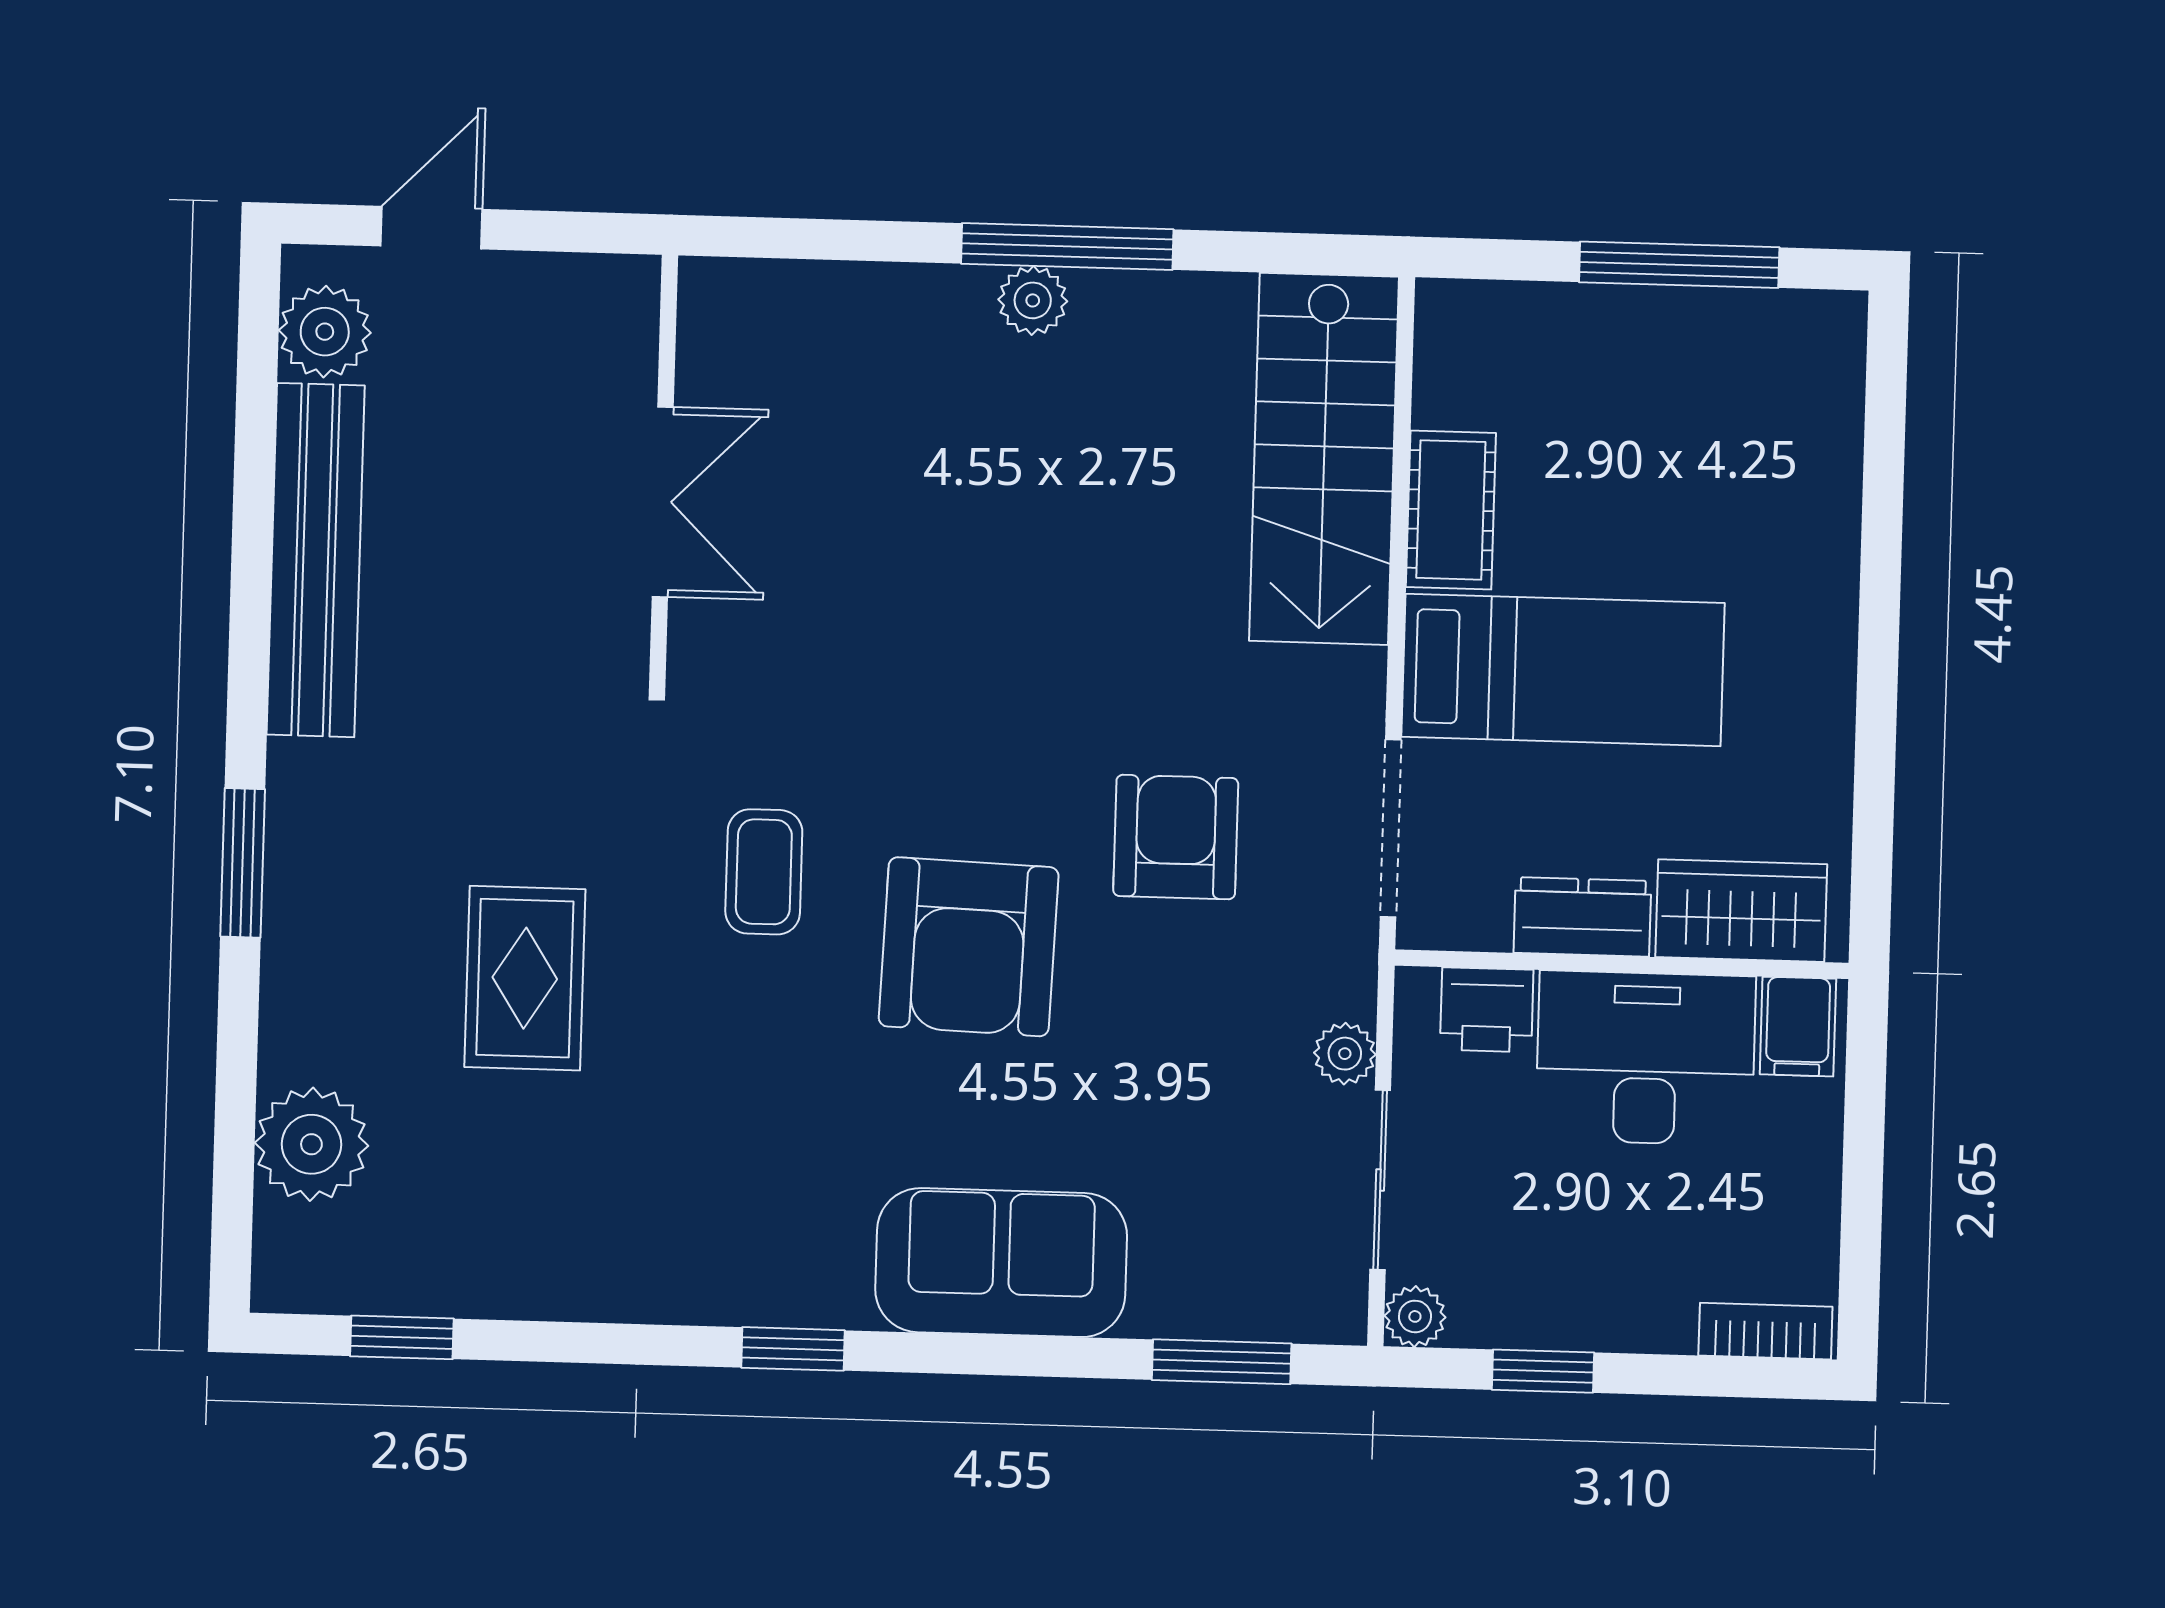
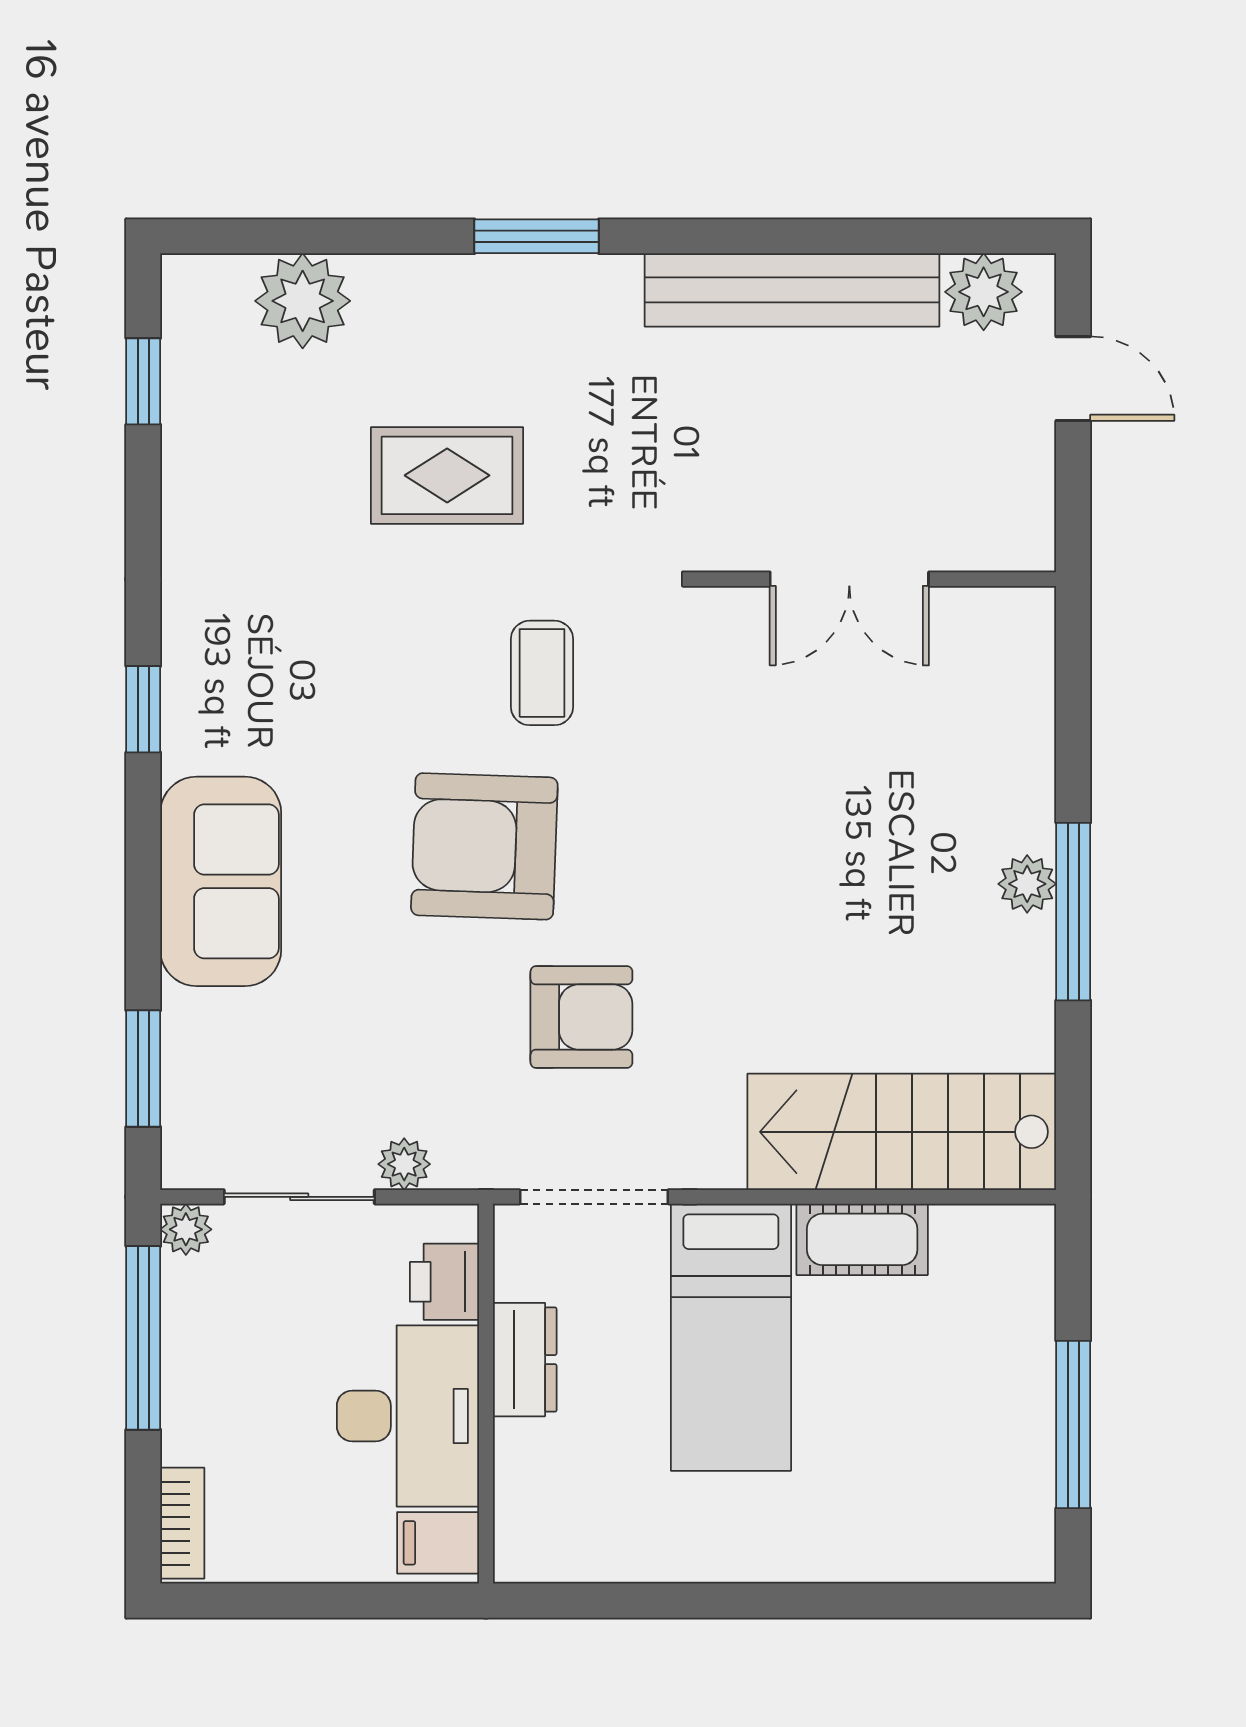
coffee table: (764, 872) -> (542, 673), turned 90
wardrobe: (1741, 911) -> (534, 1492), removed
window: (1543, 1371) -> (143, 1338), width x2.17

